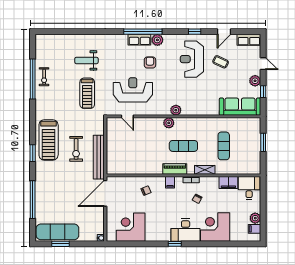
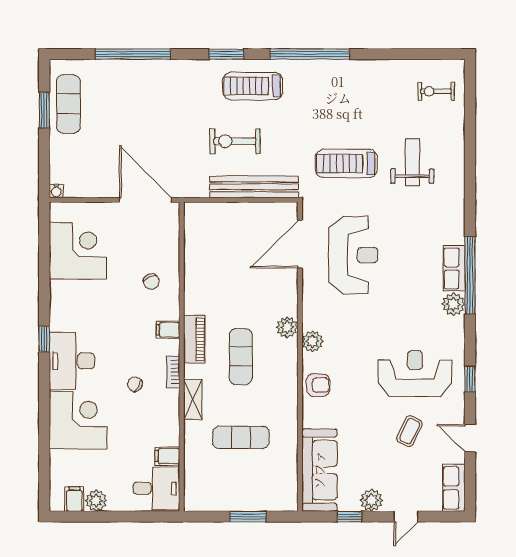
armchair: (150, 63) -> (318, 385), moved
exercise bike: (44, 77) -> (436, 91), moved
window: (33, 79) -> (310, 54), moved
door: (127, 116) -> (300, 244), width x1.87
treadmill: (49, 140) -> (253, 86), width x0.73, depth x0.73
bench: (99, 157) -> (254, 187), moved
filing cabinet: (228, 183) -> (167, 456), width x0.50
exercise mat: (57, 232) -> (68, 104), width x0.73, depth x0.69

